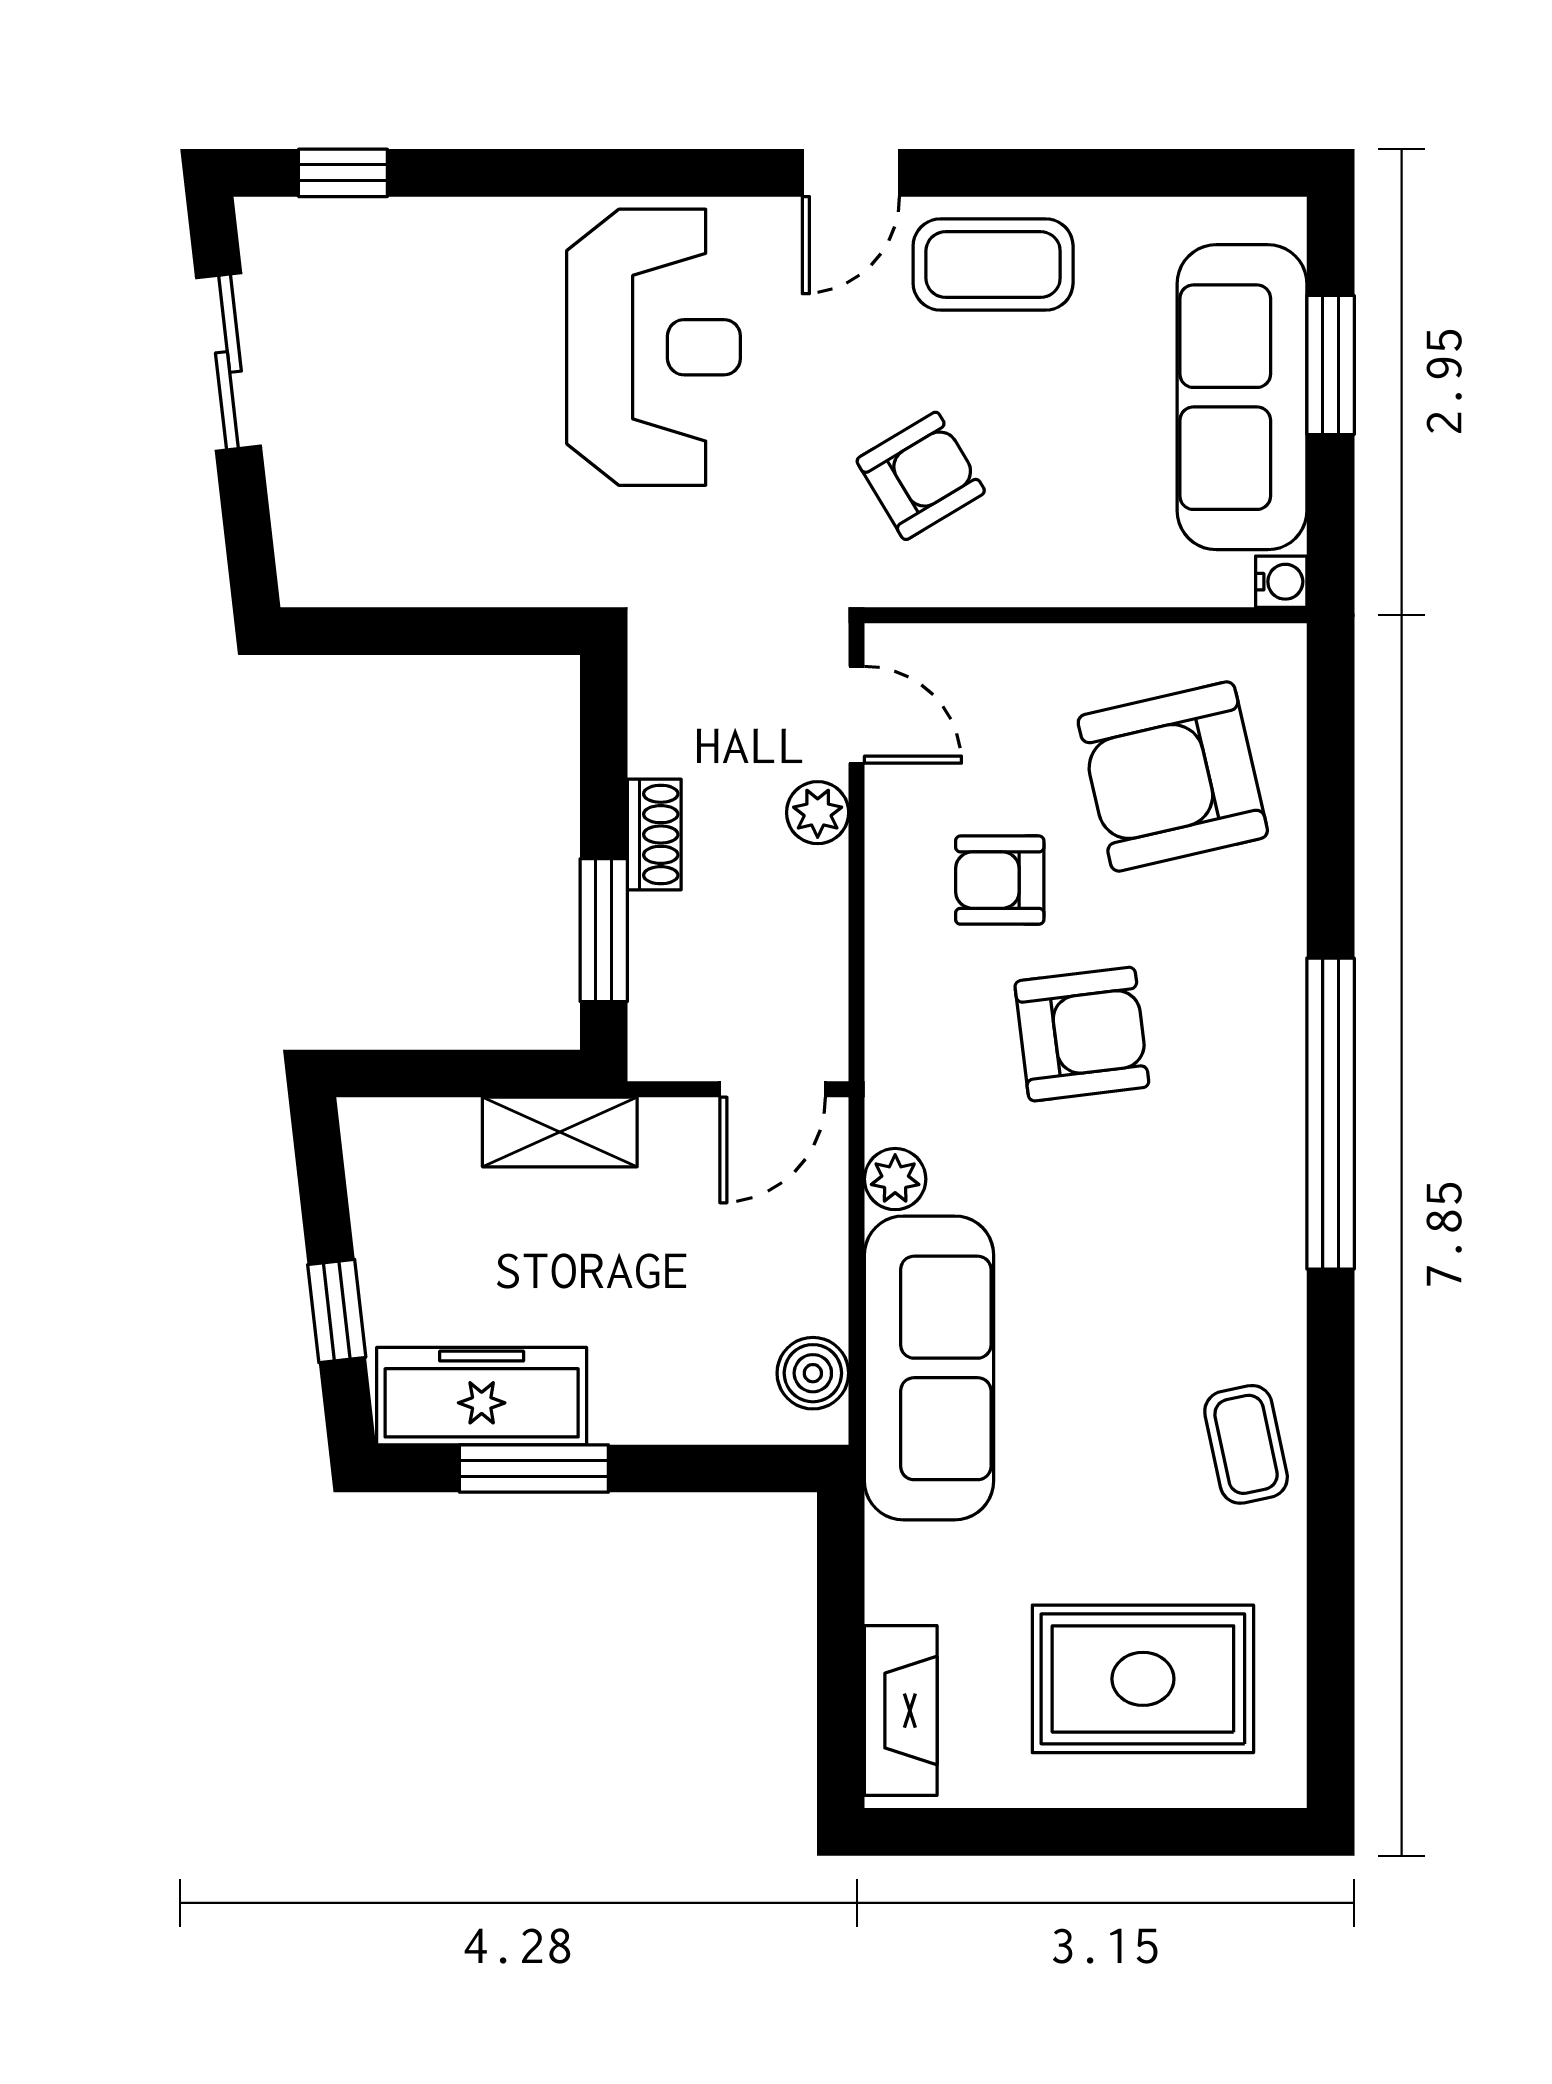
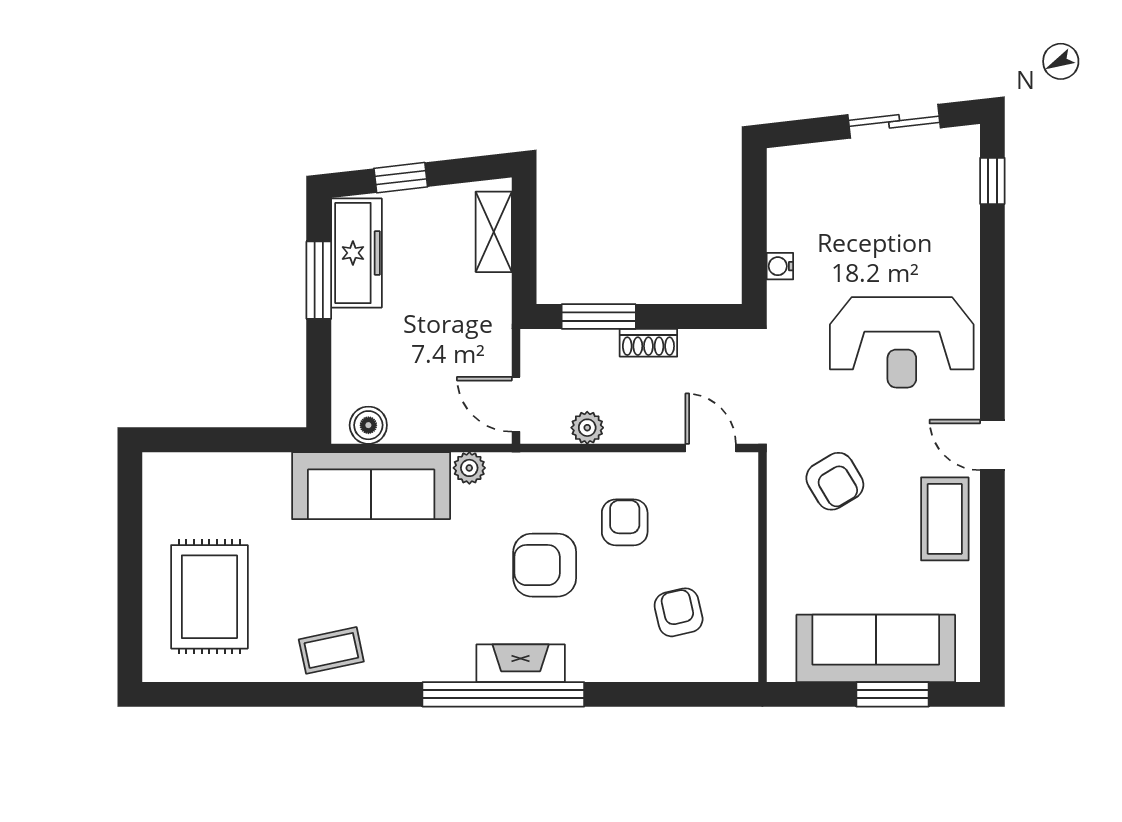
water cooler: (1281, 582) -> (780, 266), moved, turned 90
door: (857, 715) -> (711, 448), swing flipped
armchair: (1173, 776) -> (679, 612), width x0.53, depth x0.53
plant: (818, 813) -> (587, 428), moved
armchair: (1082, 1034) -> (545, 565), turned 97
shelving: (560, 1132) -> (494, 232), moved
fireplace: (901, 1711) -> (521, 663), moved, turned 180

